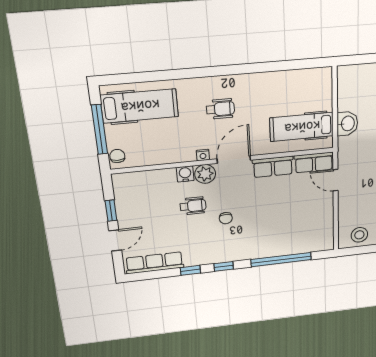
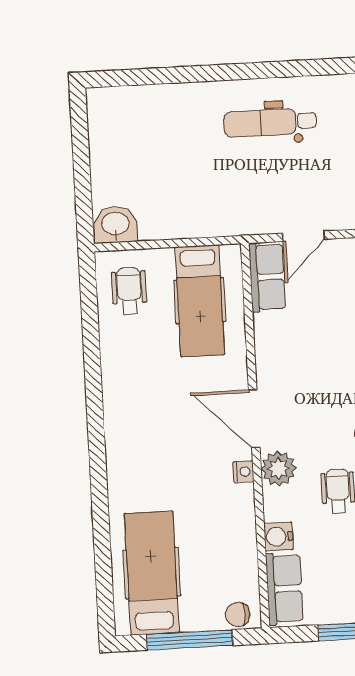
wheelchair: (220, 109) -> (129, 291), moved
washbasin: (347, 124) -> (115, 225), moved
row of seats: (273, 167) -> (284, 589), moved
water cooler: (185, 174) -> (278, 537), moved

